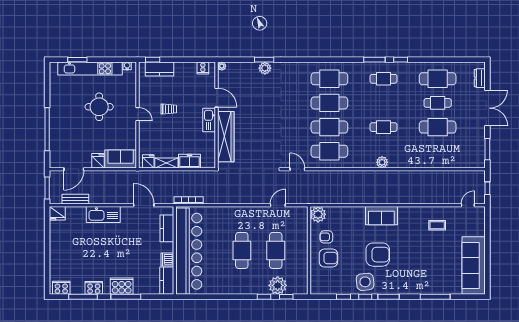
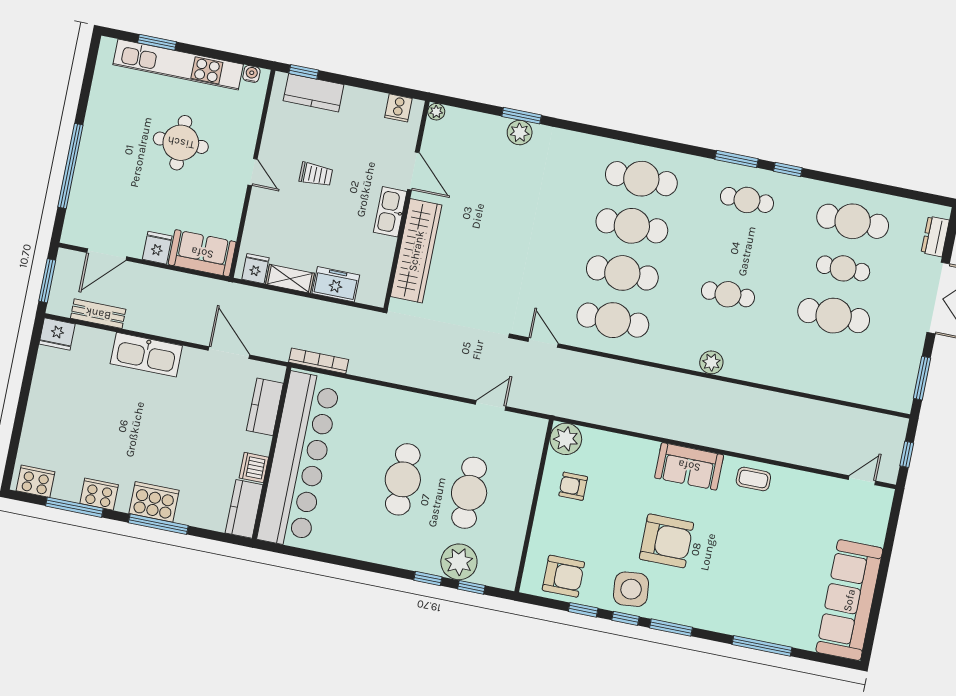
coffee table: (437, 225) -> (753, 479), moved
armchair: (328, 258) -> (563, 576), moved

